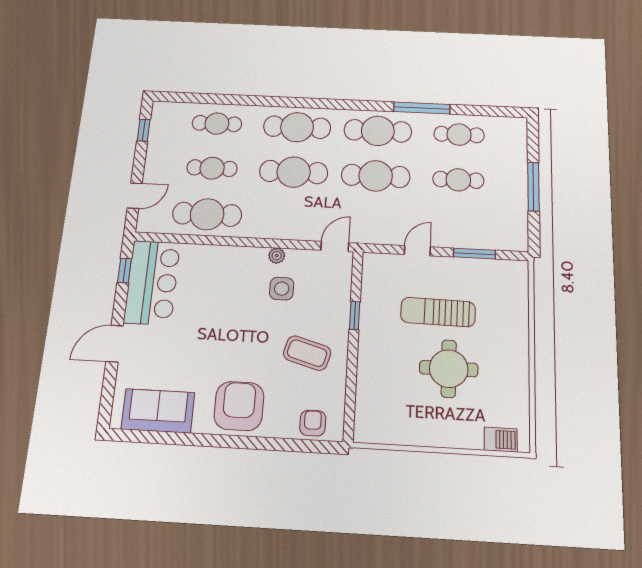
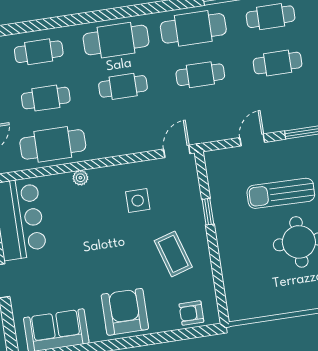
cafe table: (294, 172) -> (123, 86), width x0.73, depth x0.74
cafe table: (376, 176) -> (200, 75), width x0.73, depth x0.74
plant: (277, 256) -> (80, 178), moved
coffee table: (307, 353) -> (173, 254), turned 57
armchair: (313, 423) -> (191, 313), turned -90

